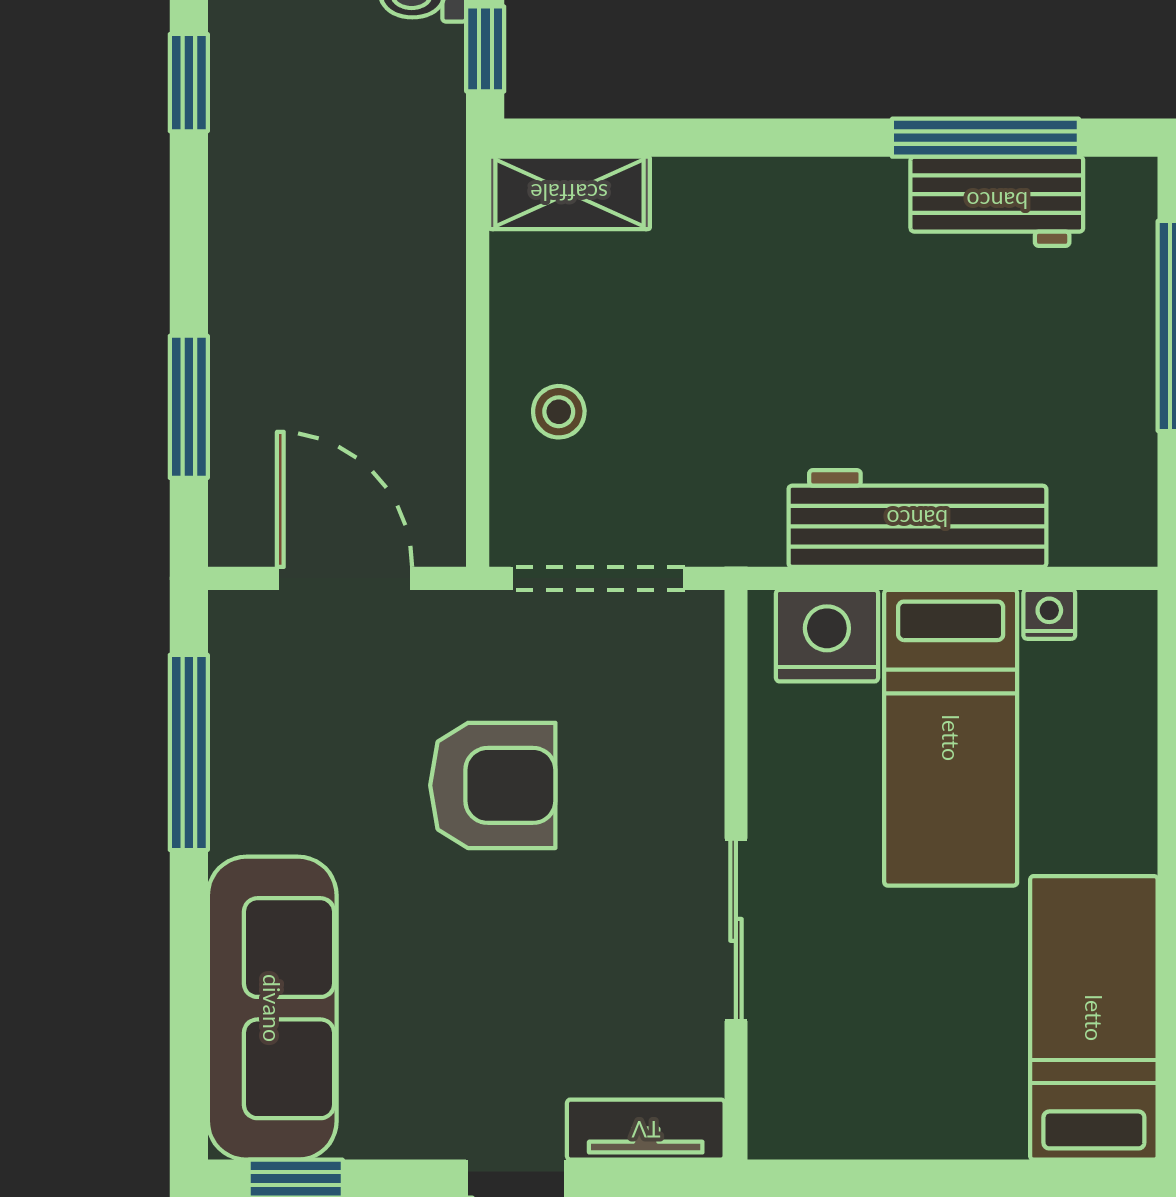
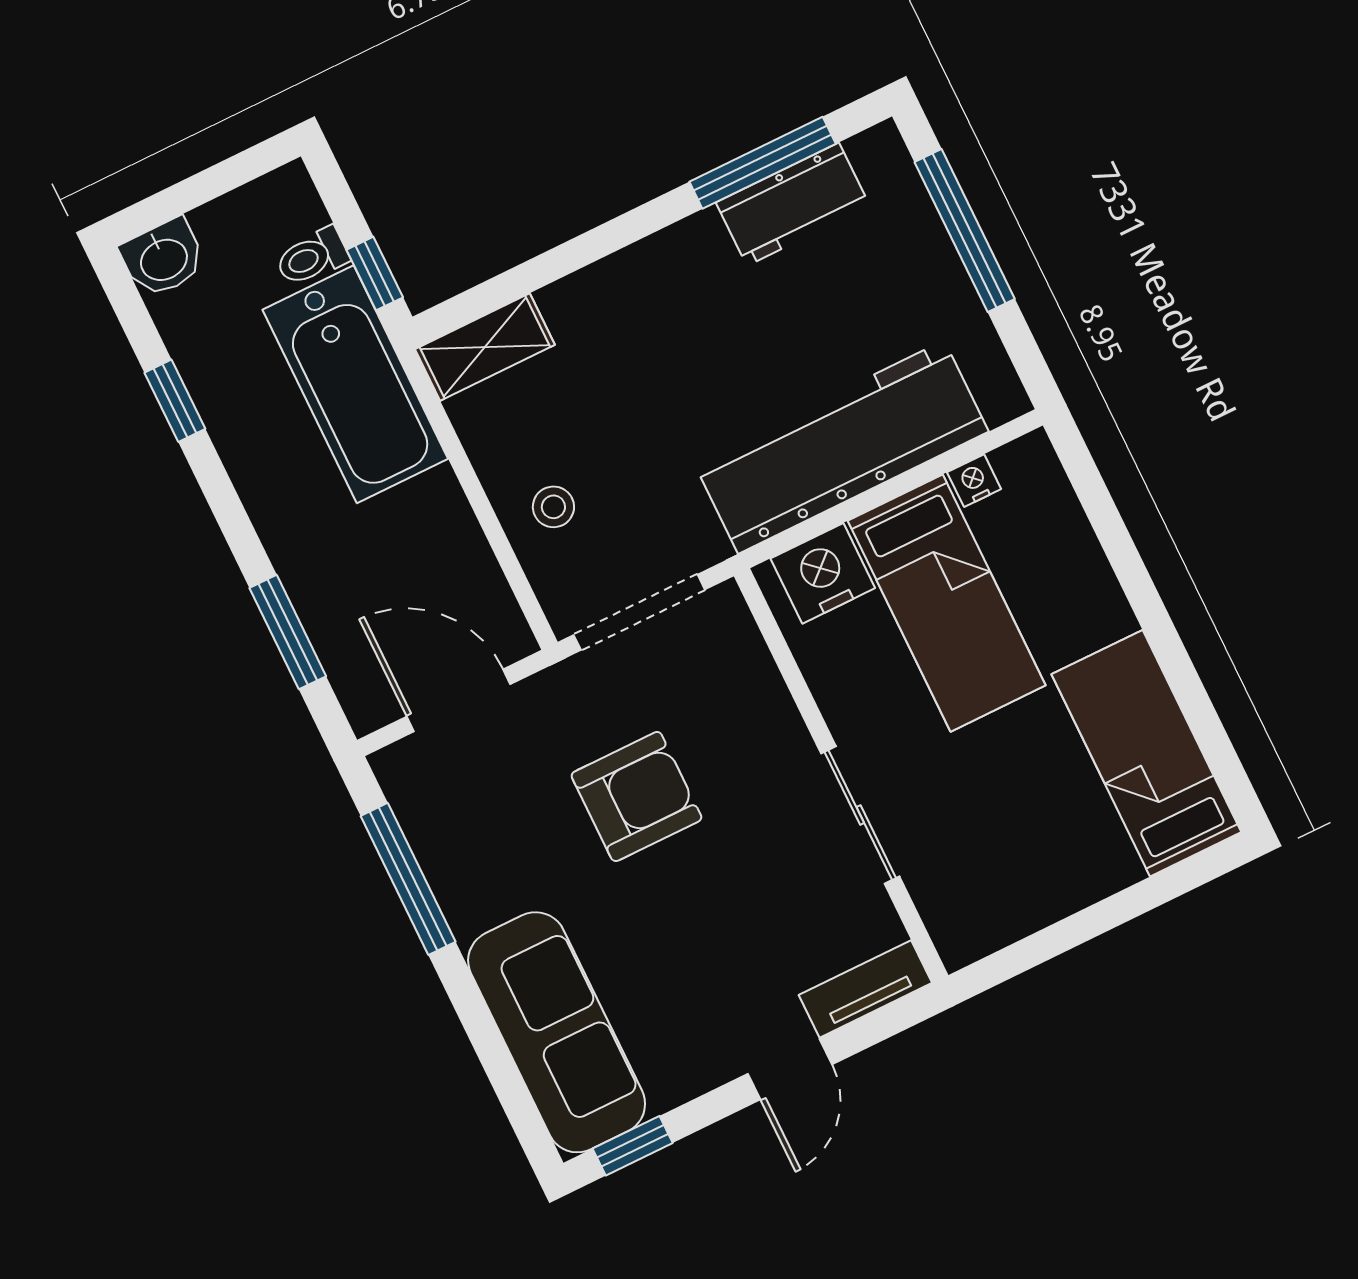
bathtub: (402, 163) -> (355, 384), added
workbench: (917, 519) -> (841, 447), width x1.36, depth x1.32

